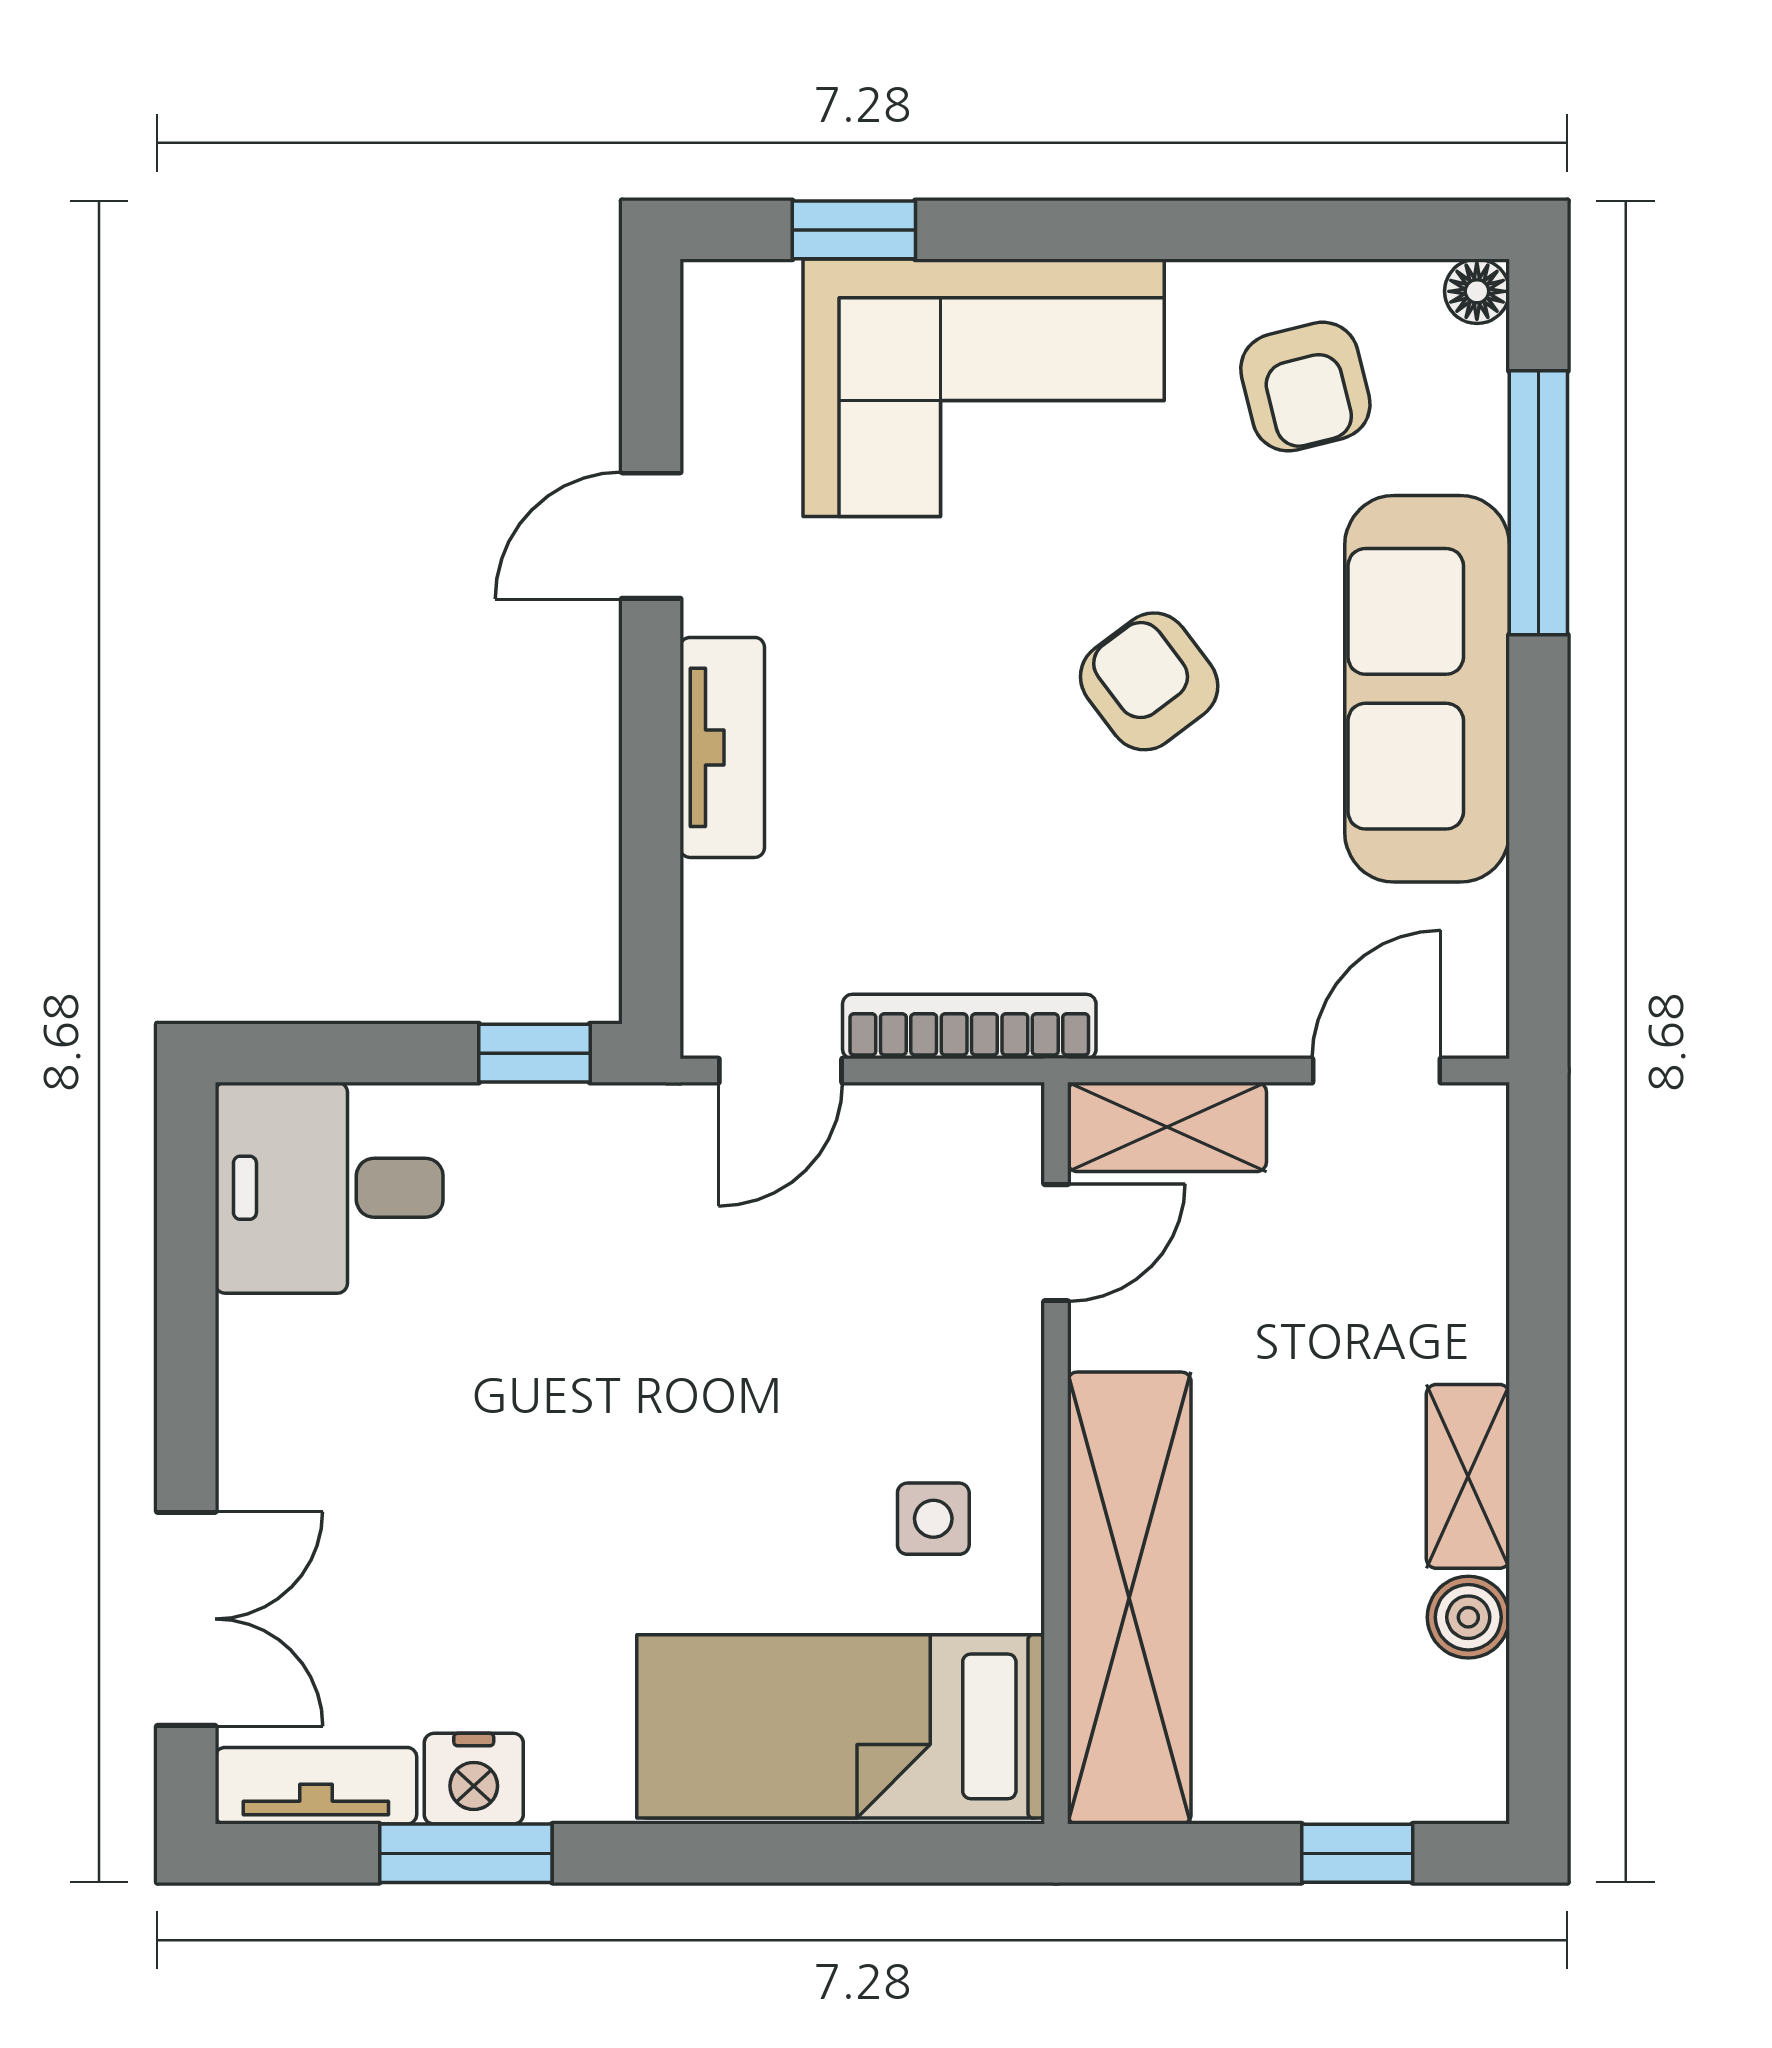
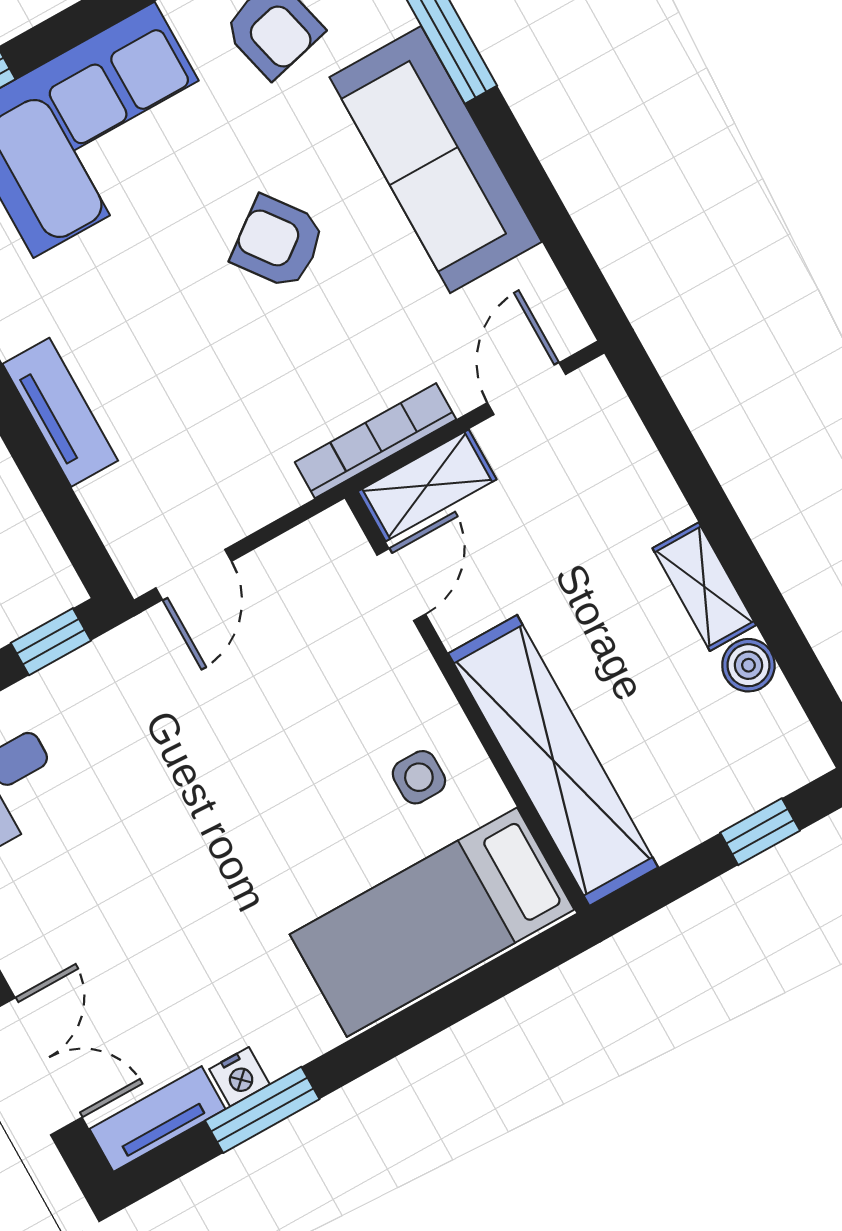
bookcase: (969, 1027) -> (376, 441), moved
nightstand: (474, 1779) -> (239, 1077), width x0.72, depth x0.74

